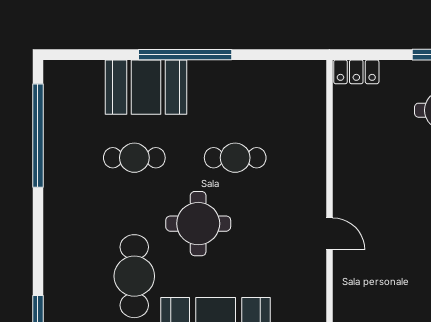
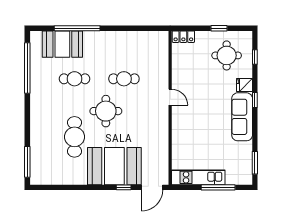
window: (185, 55) -> (77, 28), moved
booth: (146, 87) -> (62, 44), moved
door: (329, 234) -> (170, 97), moved

